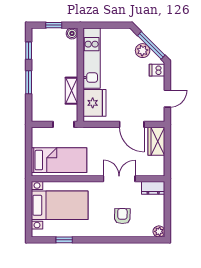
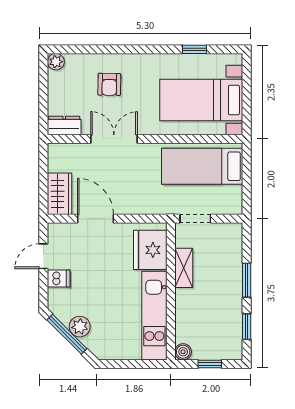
dishwasher: (157, 70) -> (59, 279), moved
double door: (119, 179) -> (114, 139), swing flipped

